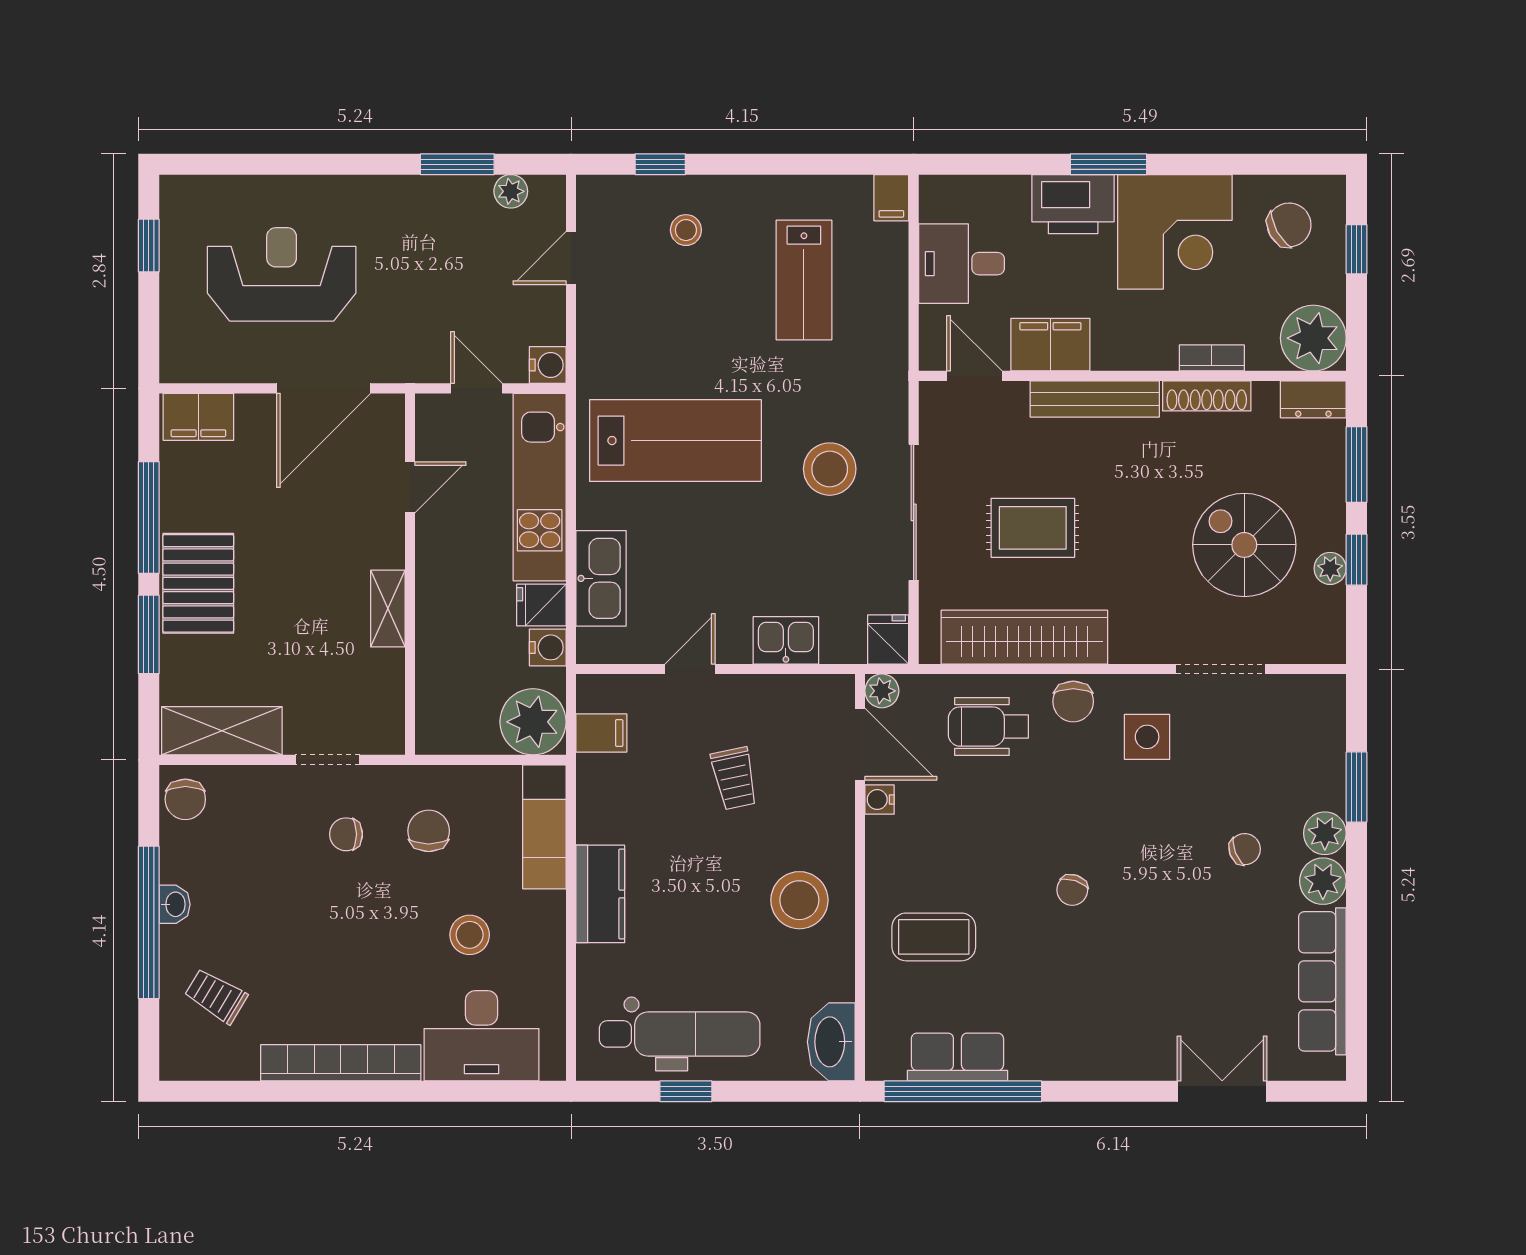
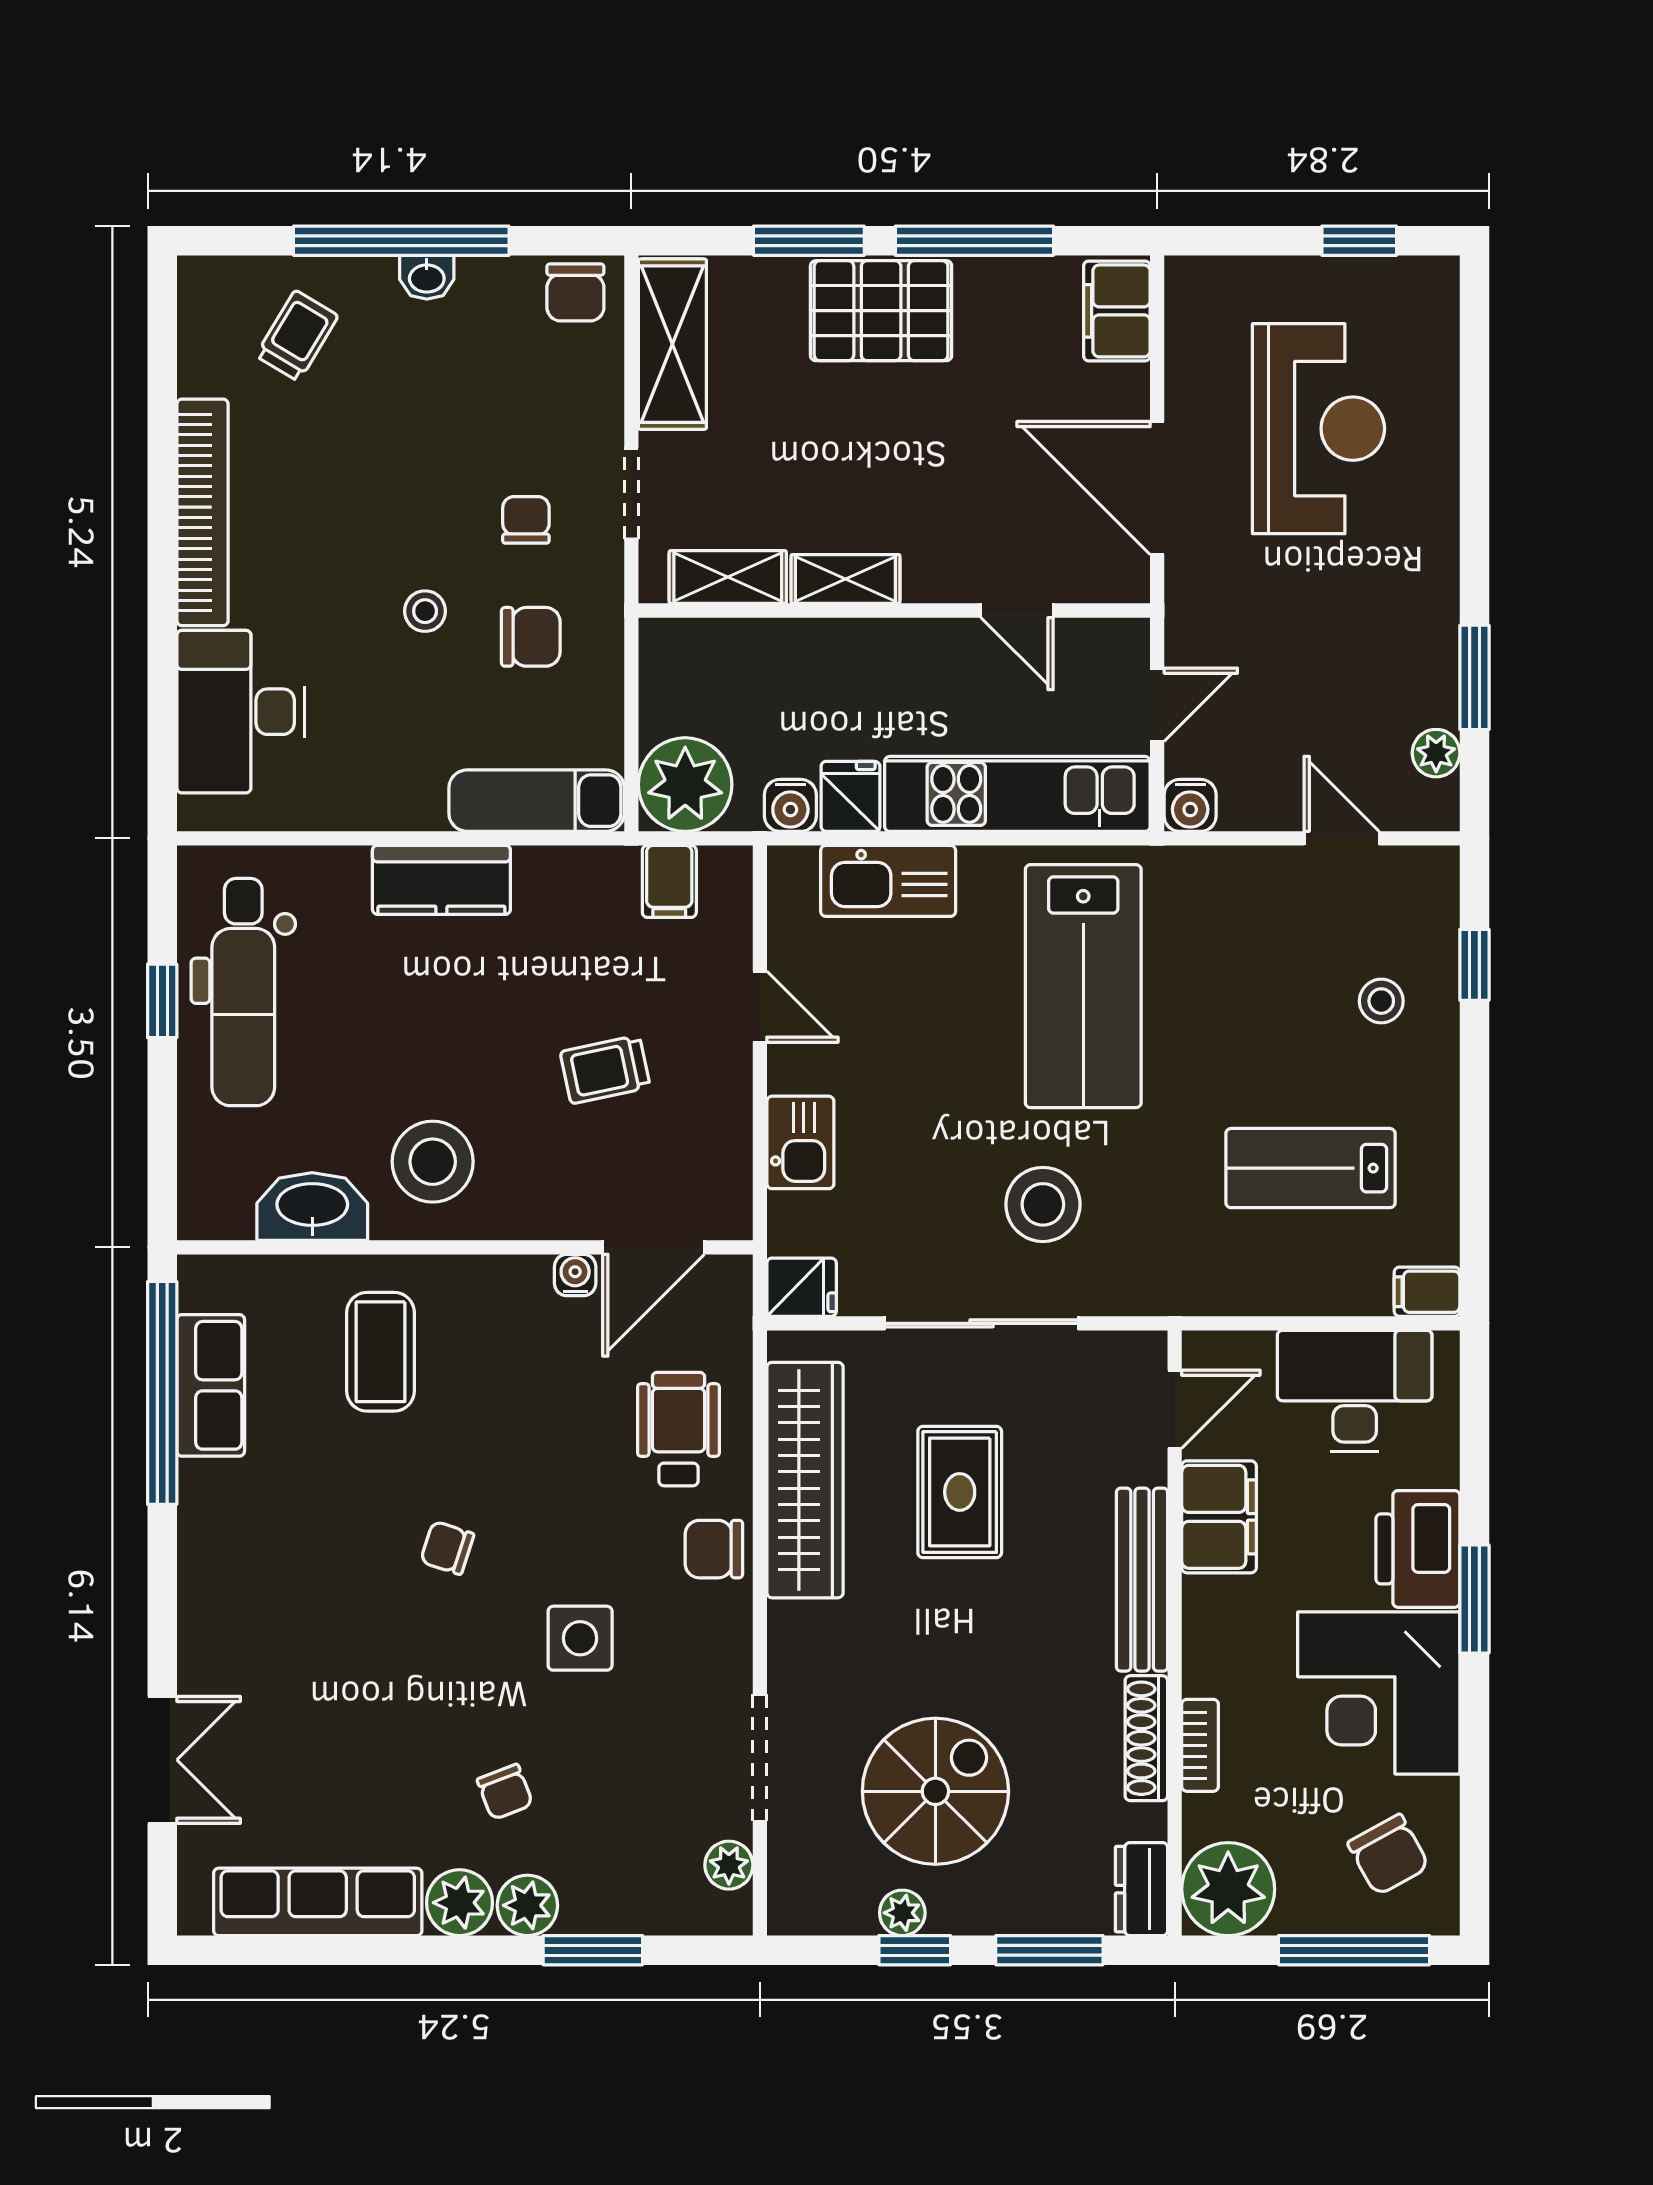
window: (1357, 249) -> (1354, 1950), width x2.17
desk: (961, 264) -> (1355, 1391), width x1.37
plant: (882, 691) -> (729, 1865), moved
shelving: (386, 692) -> (728, 577), added
side table: (1147, 737) -> (580, 1638), moved
chair: (185, 799) -> (575, 292), turned -90
stool: (470, 935) -> (425, 611), moved, width x0.73, depth x0.73
washbasin: (831, 1042) -> (312, 1207), moved

